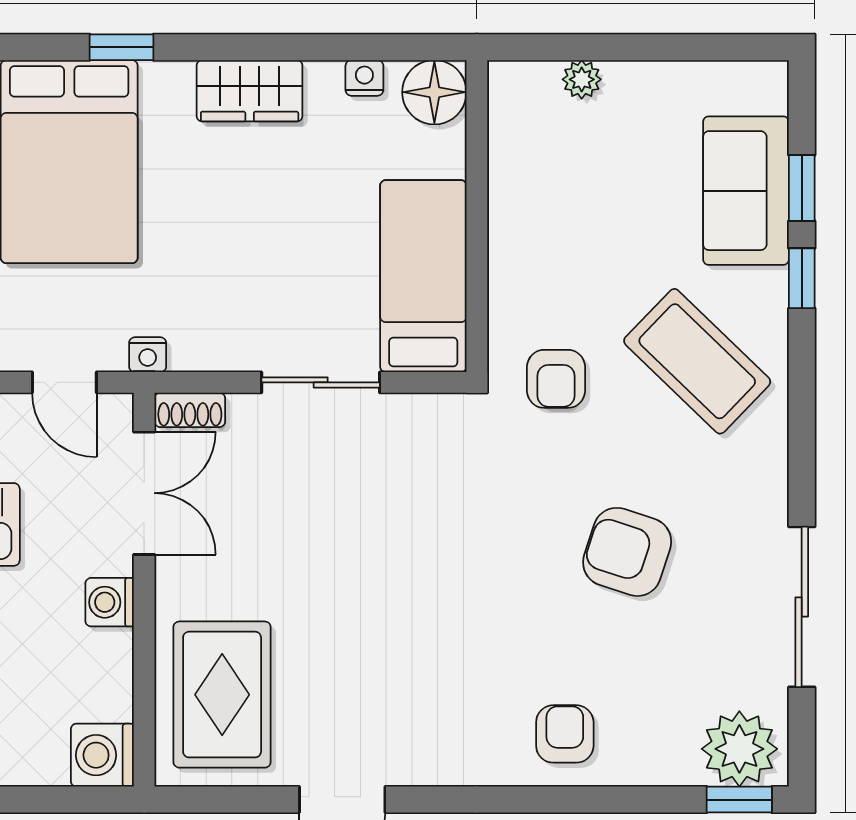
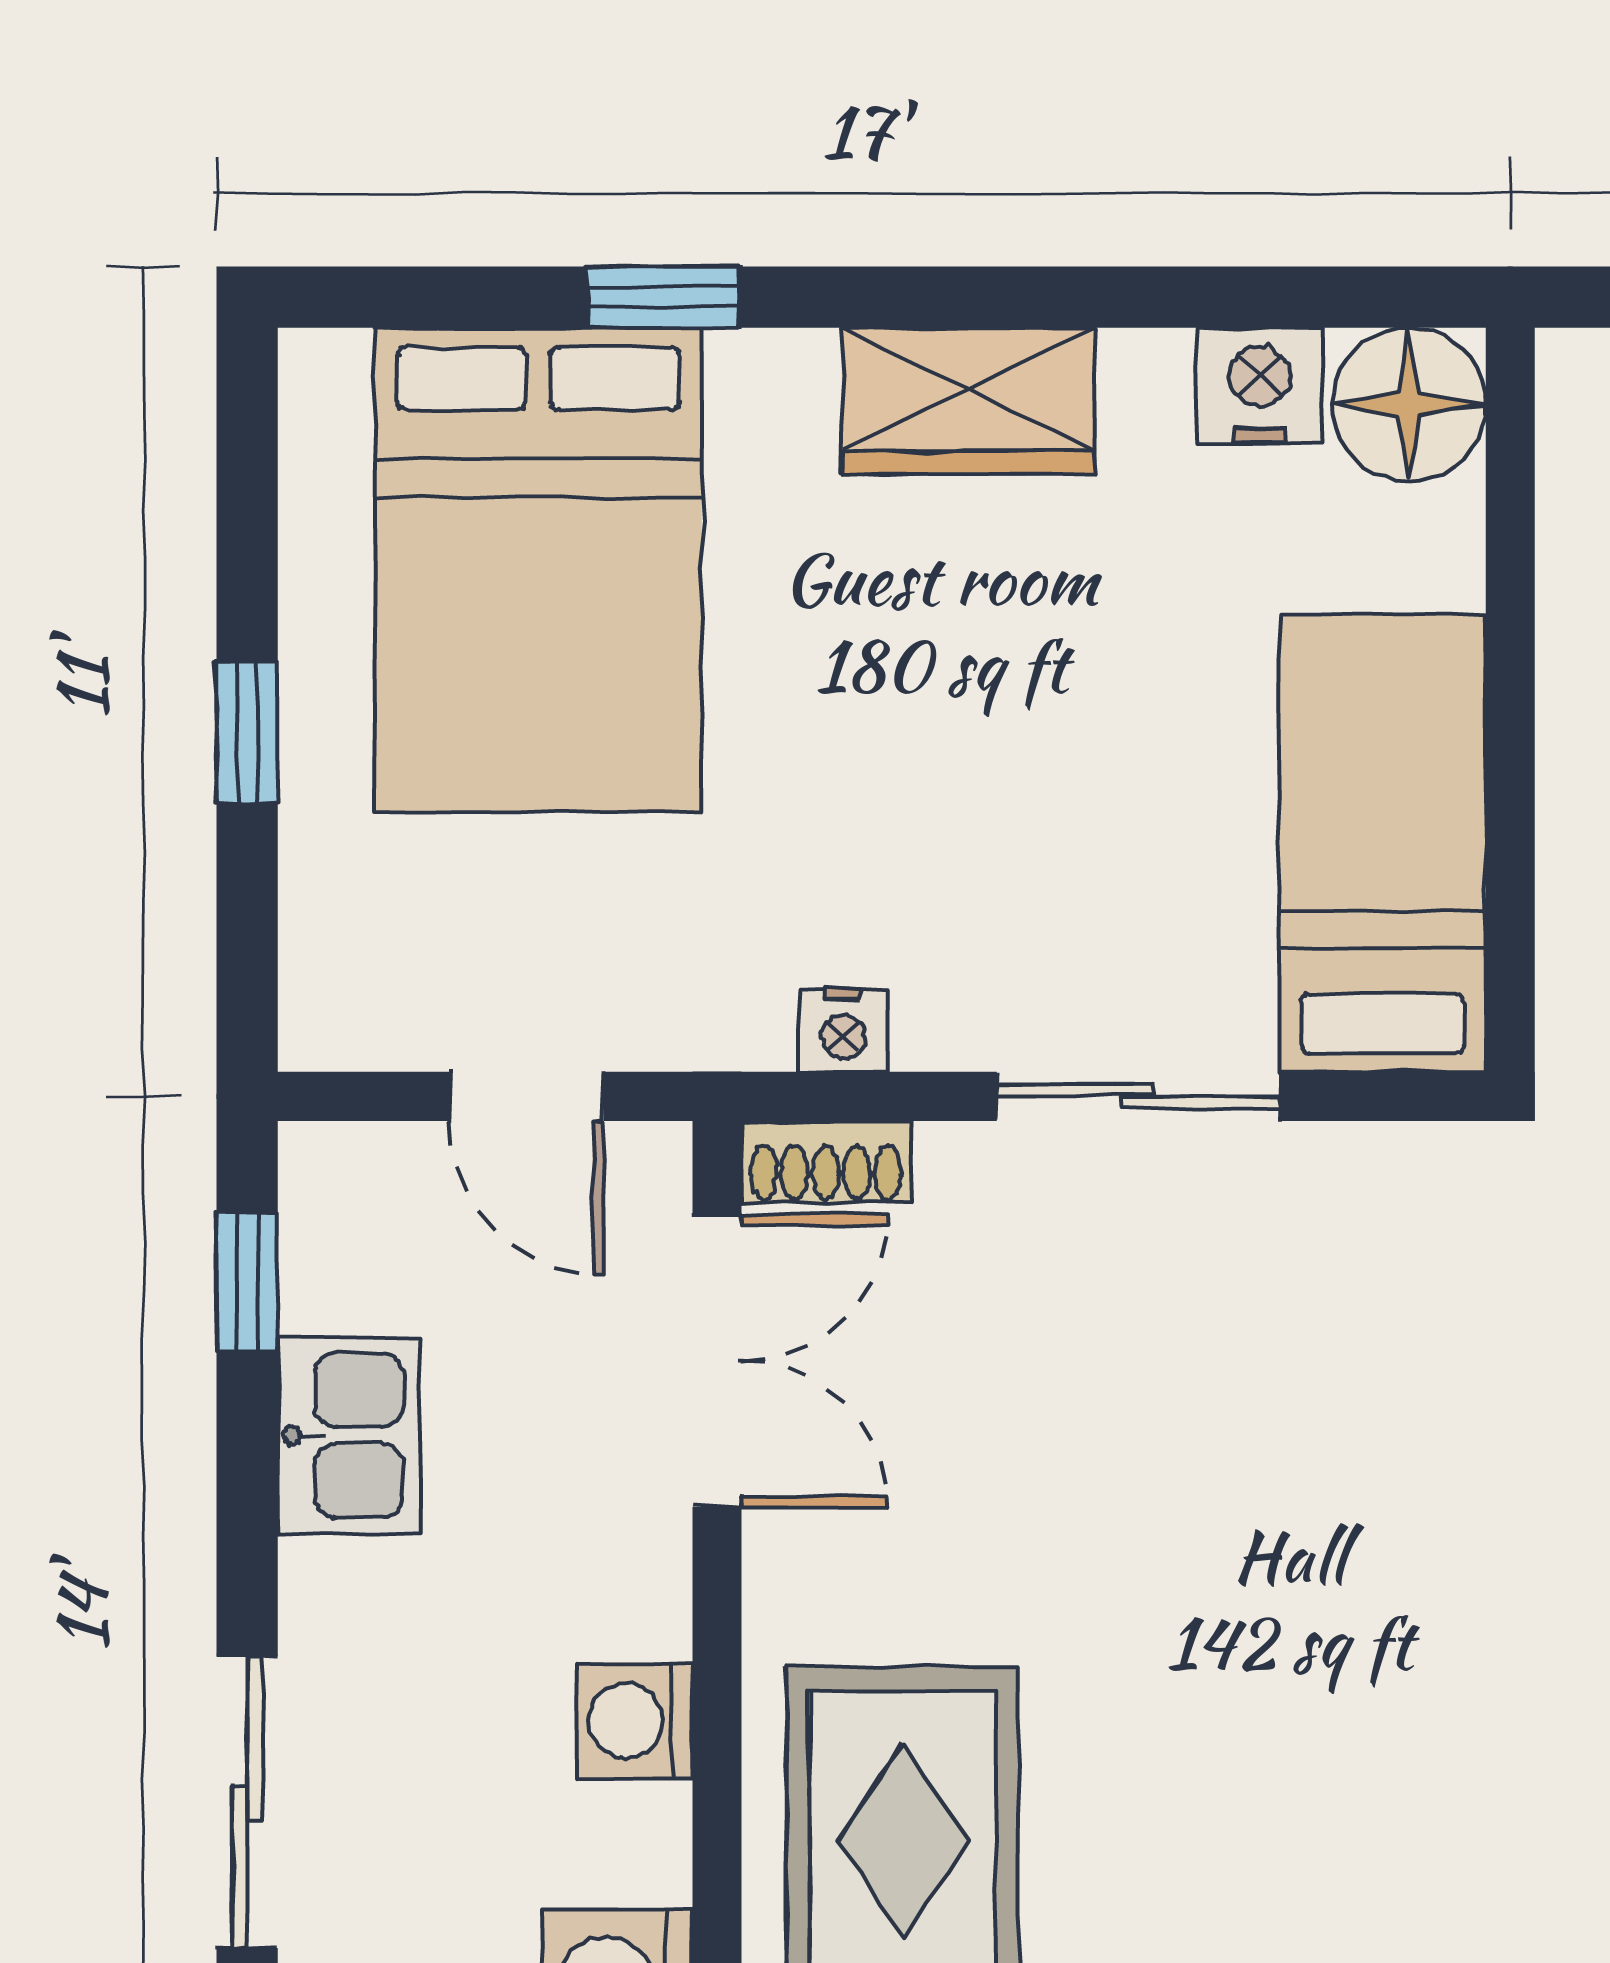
nightstand: (364, 78) -> (1260, 385), width x1.39, depth x1.35
nightstand: (148, 355) -> (843, 1030), moved
washing machine: (110, 602) -> (635, 1721), moved

